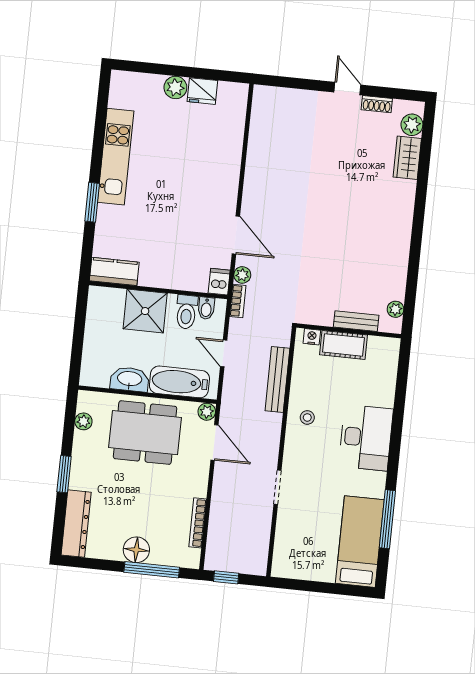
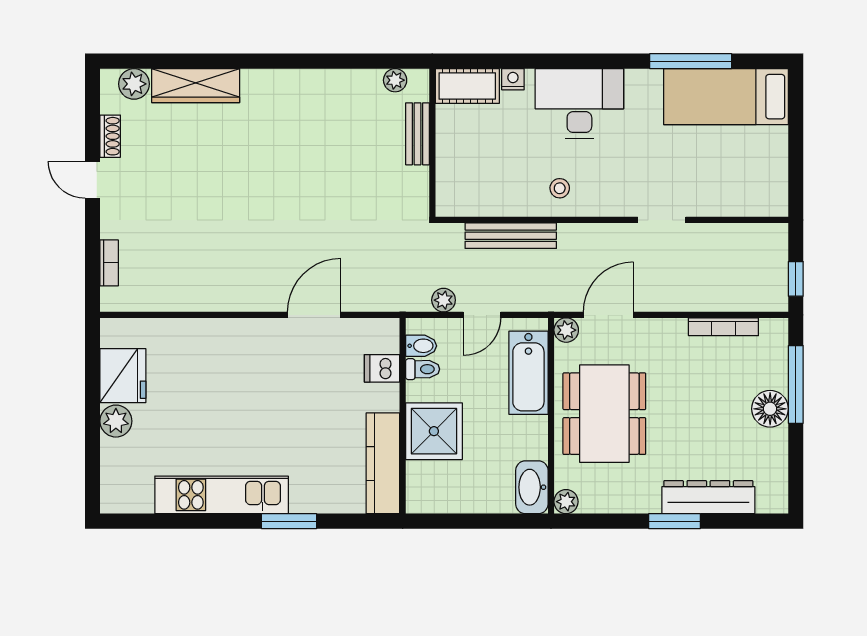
door: (347, 89) -> (93, 180), hinge flipped
fridge: (202, 91) -> (123, 376), width x1.36, depth x1.34
wardrobe: (407, 158) -> (196, 86), width x1.50
kitchen counter: (114, 271) -> (383, 463), width x1.50
plant: (242, 275) -> (444, 300), moved
dishwasher: (219, 282) -> (382, 368), moved
bookcase: (238, 301) -> (109, 263), moved, turned 90
toilet: (186, 312) -> (423, 369), width x0.73, depth x0.72
nightstand: (312, 337) -> (513, 79), moved, turned 90
cot: (344, 345) -> (467, 86), moved, turned 90
washbasin: (130, 379) -> (532, 487), moved
plant: (83, 421) -> (566, 502), moved
dresser: (76, 524) -> (708, 497), moved

